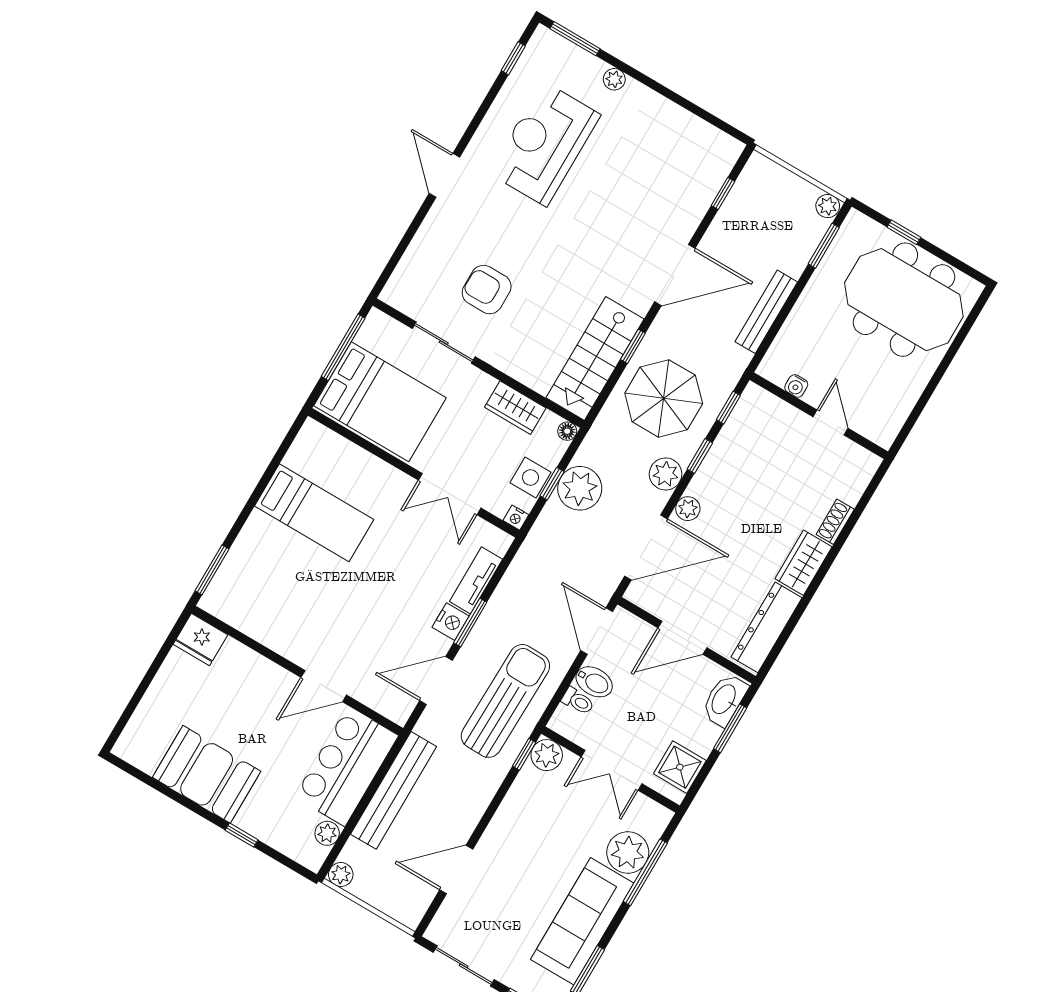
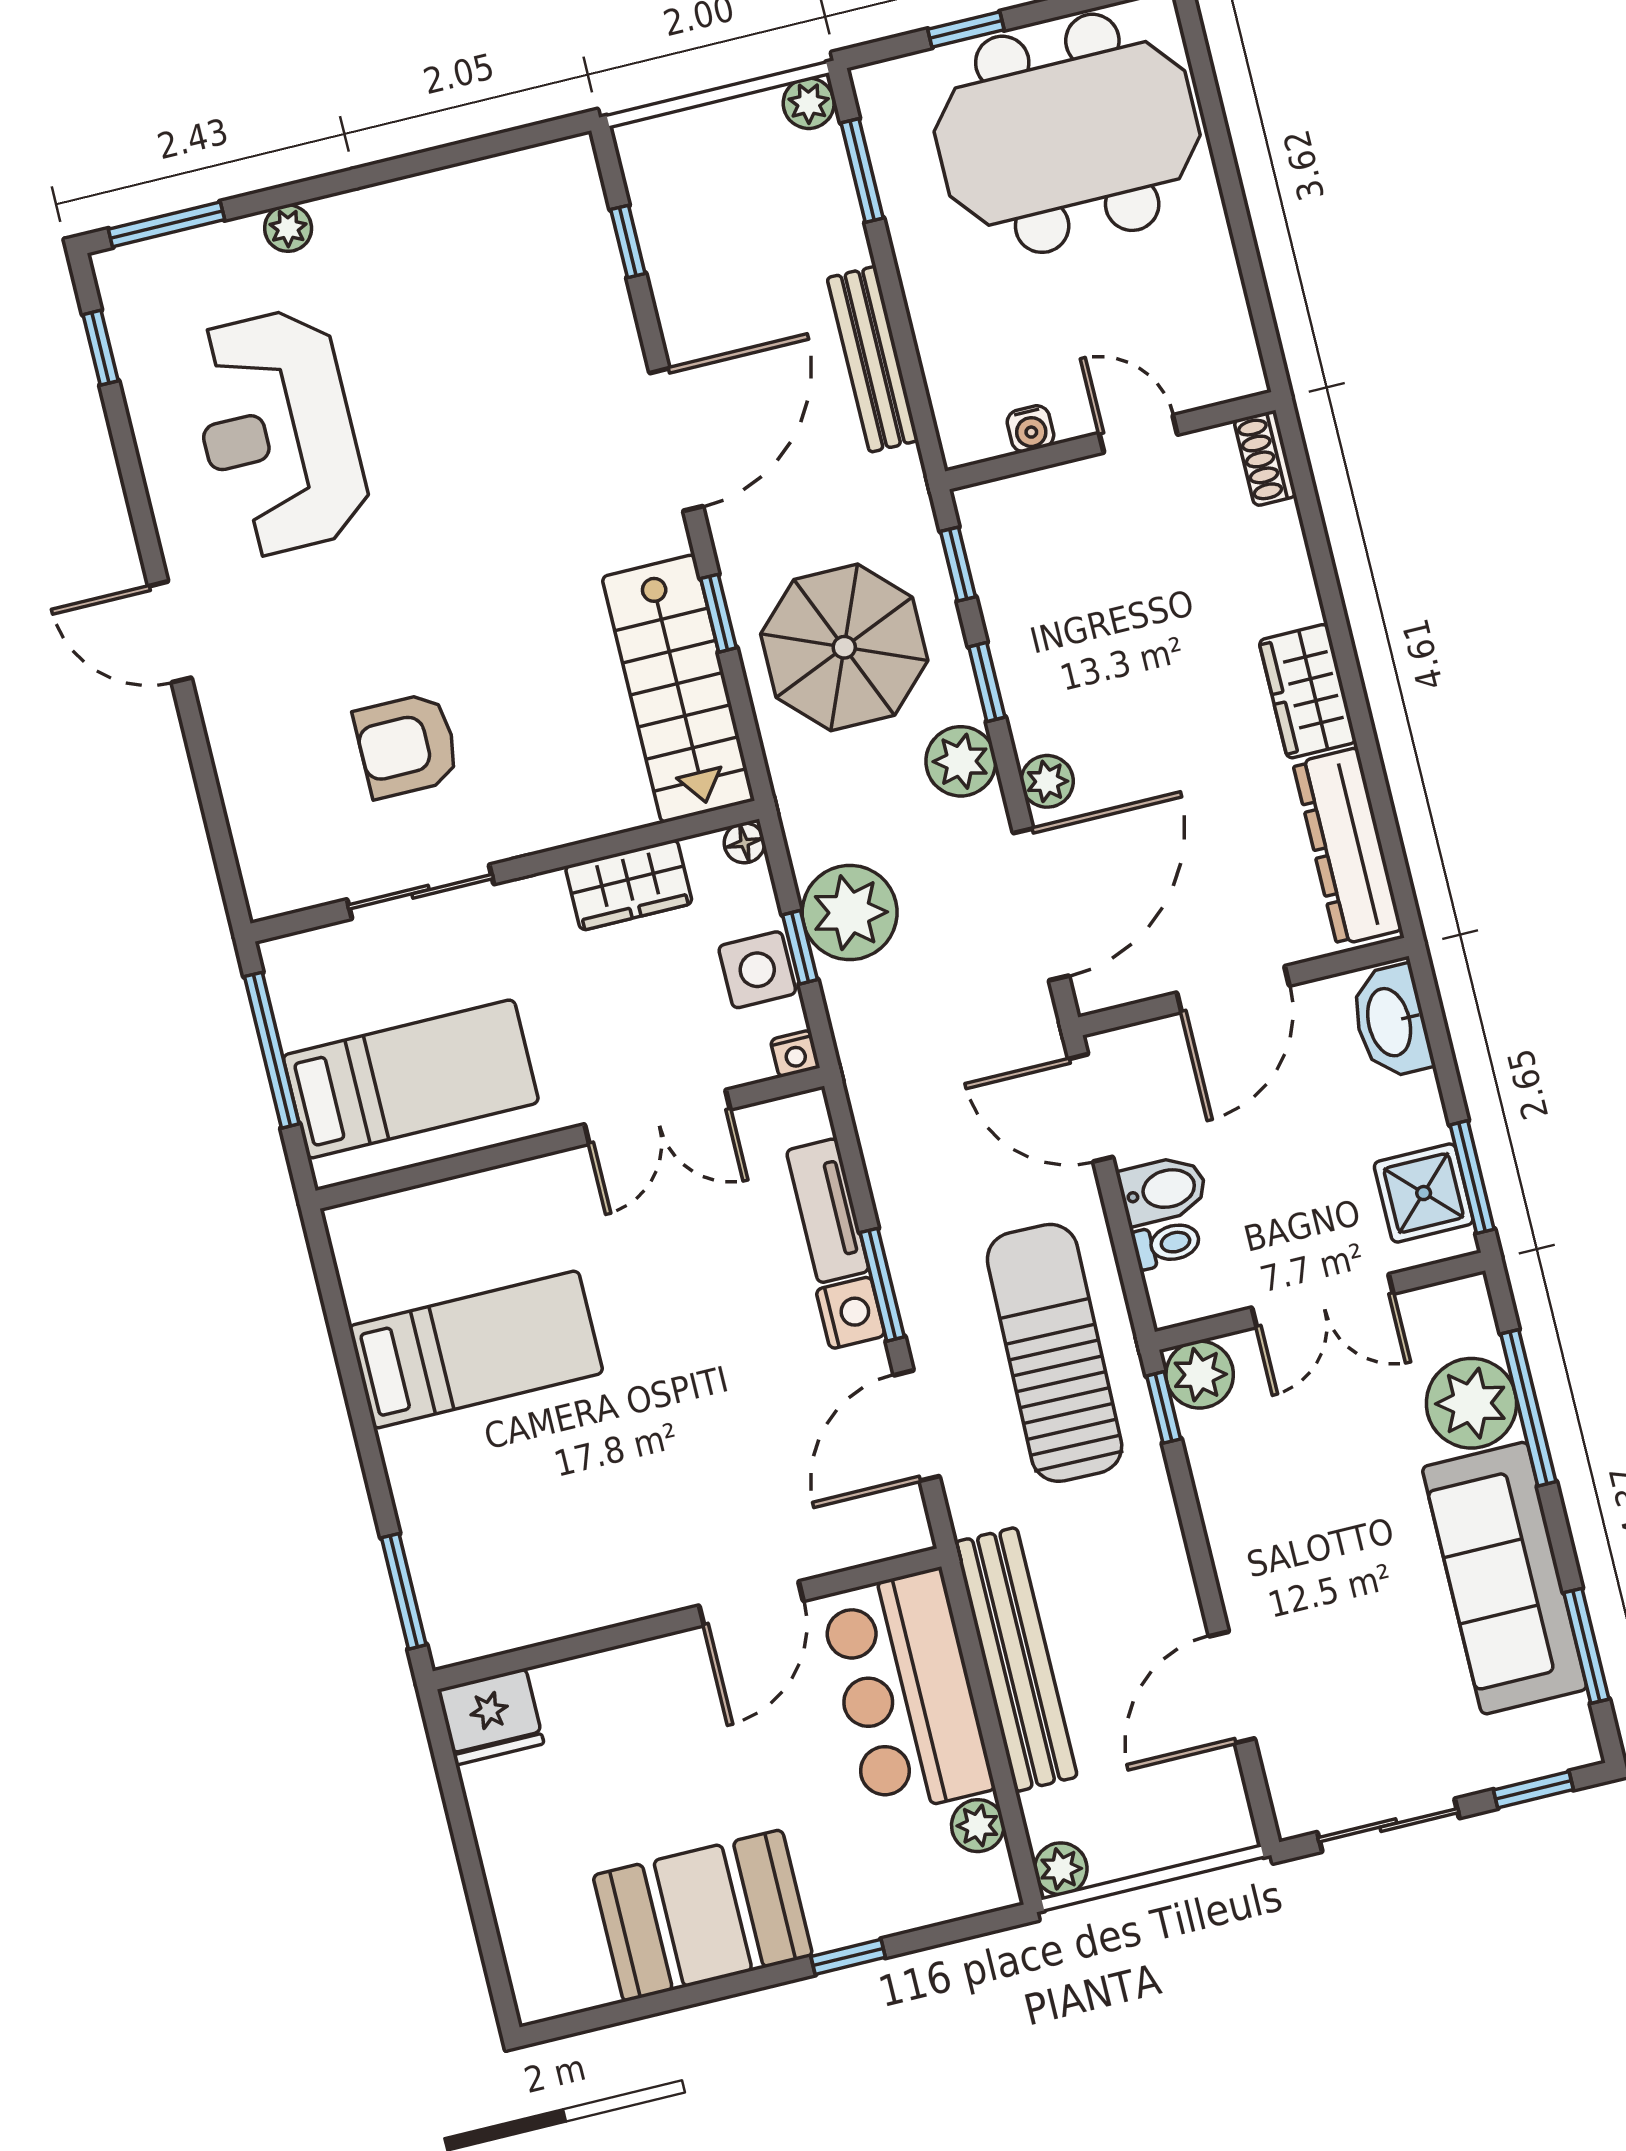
bed: (380, 402) -> (411, 1079), width x0.67
shoe rack: (835, 522) -> (1265, 458), moved
window: (730, 728) -> (1472, 1177), moved

